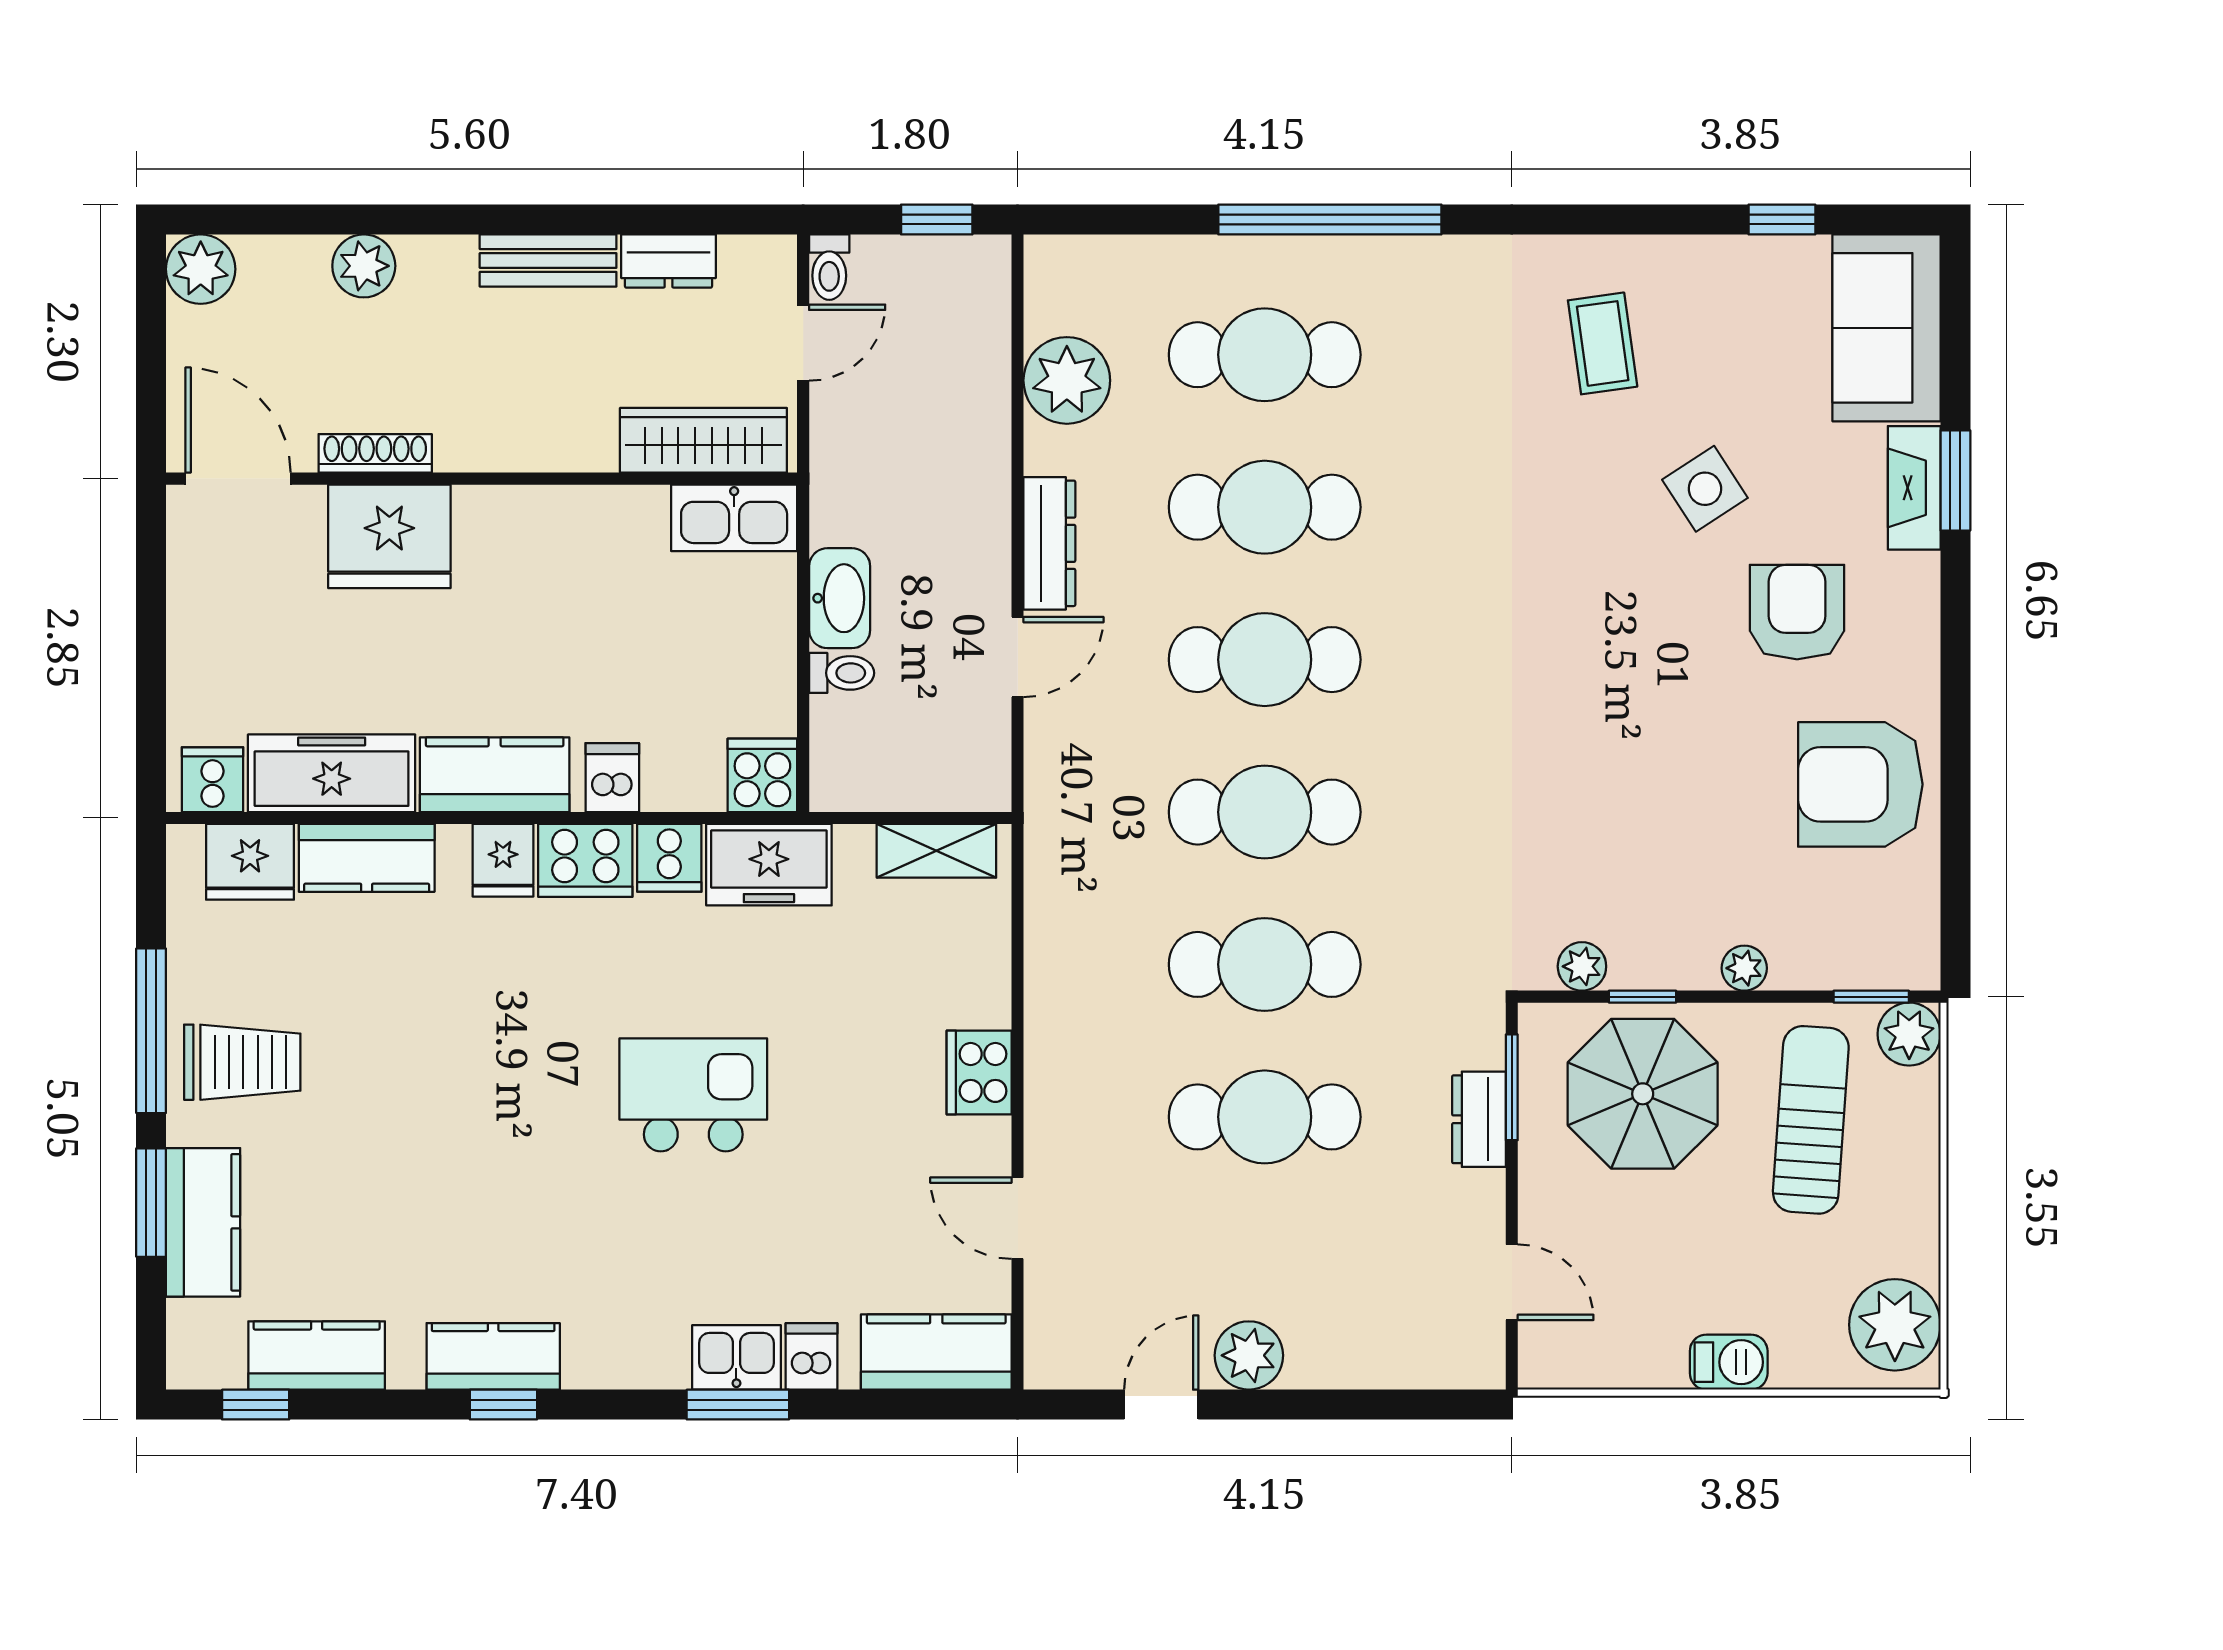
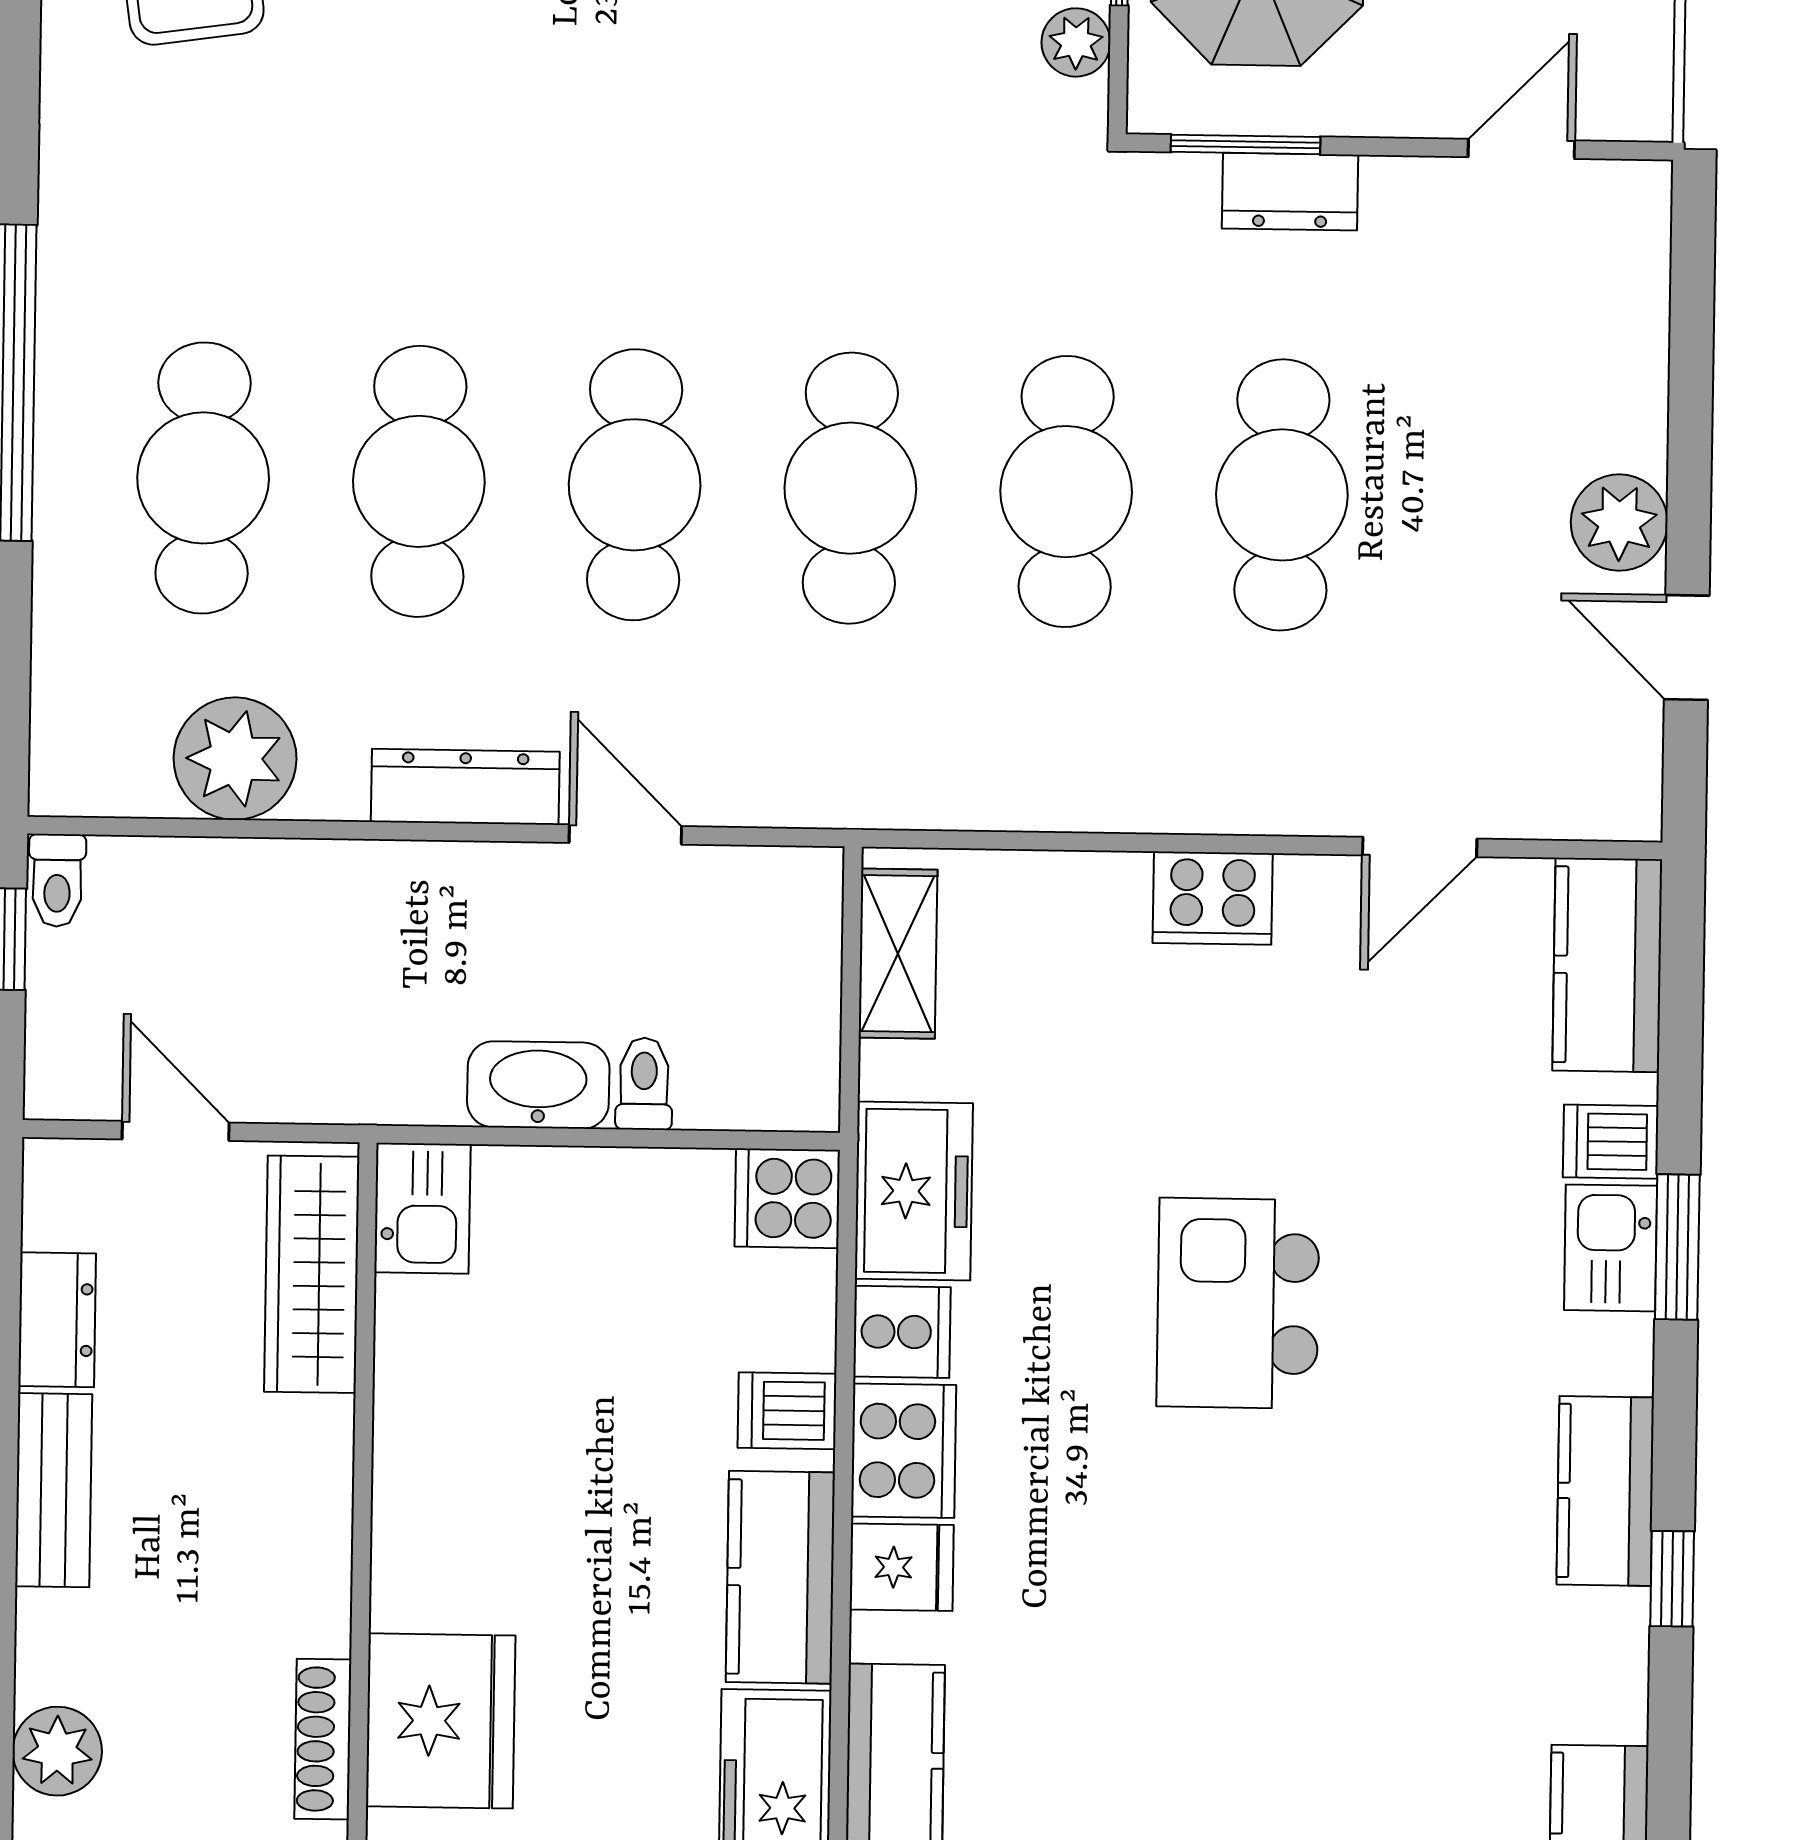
toilet: (829, 267) -> (57, 880), moved, turned 90
kitchen sink: (734, 518) -> (422, 1208), width x0.73
kitchen counter: (493, 1356) -> (1605, 1491), moved

